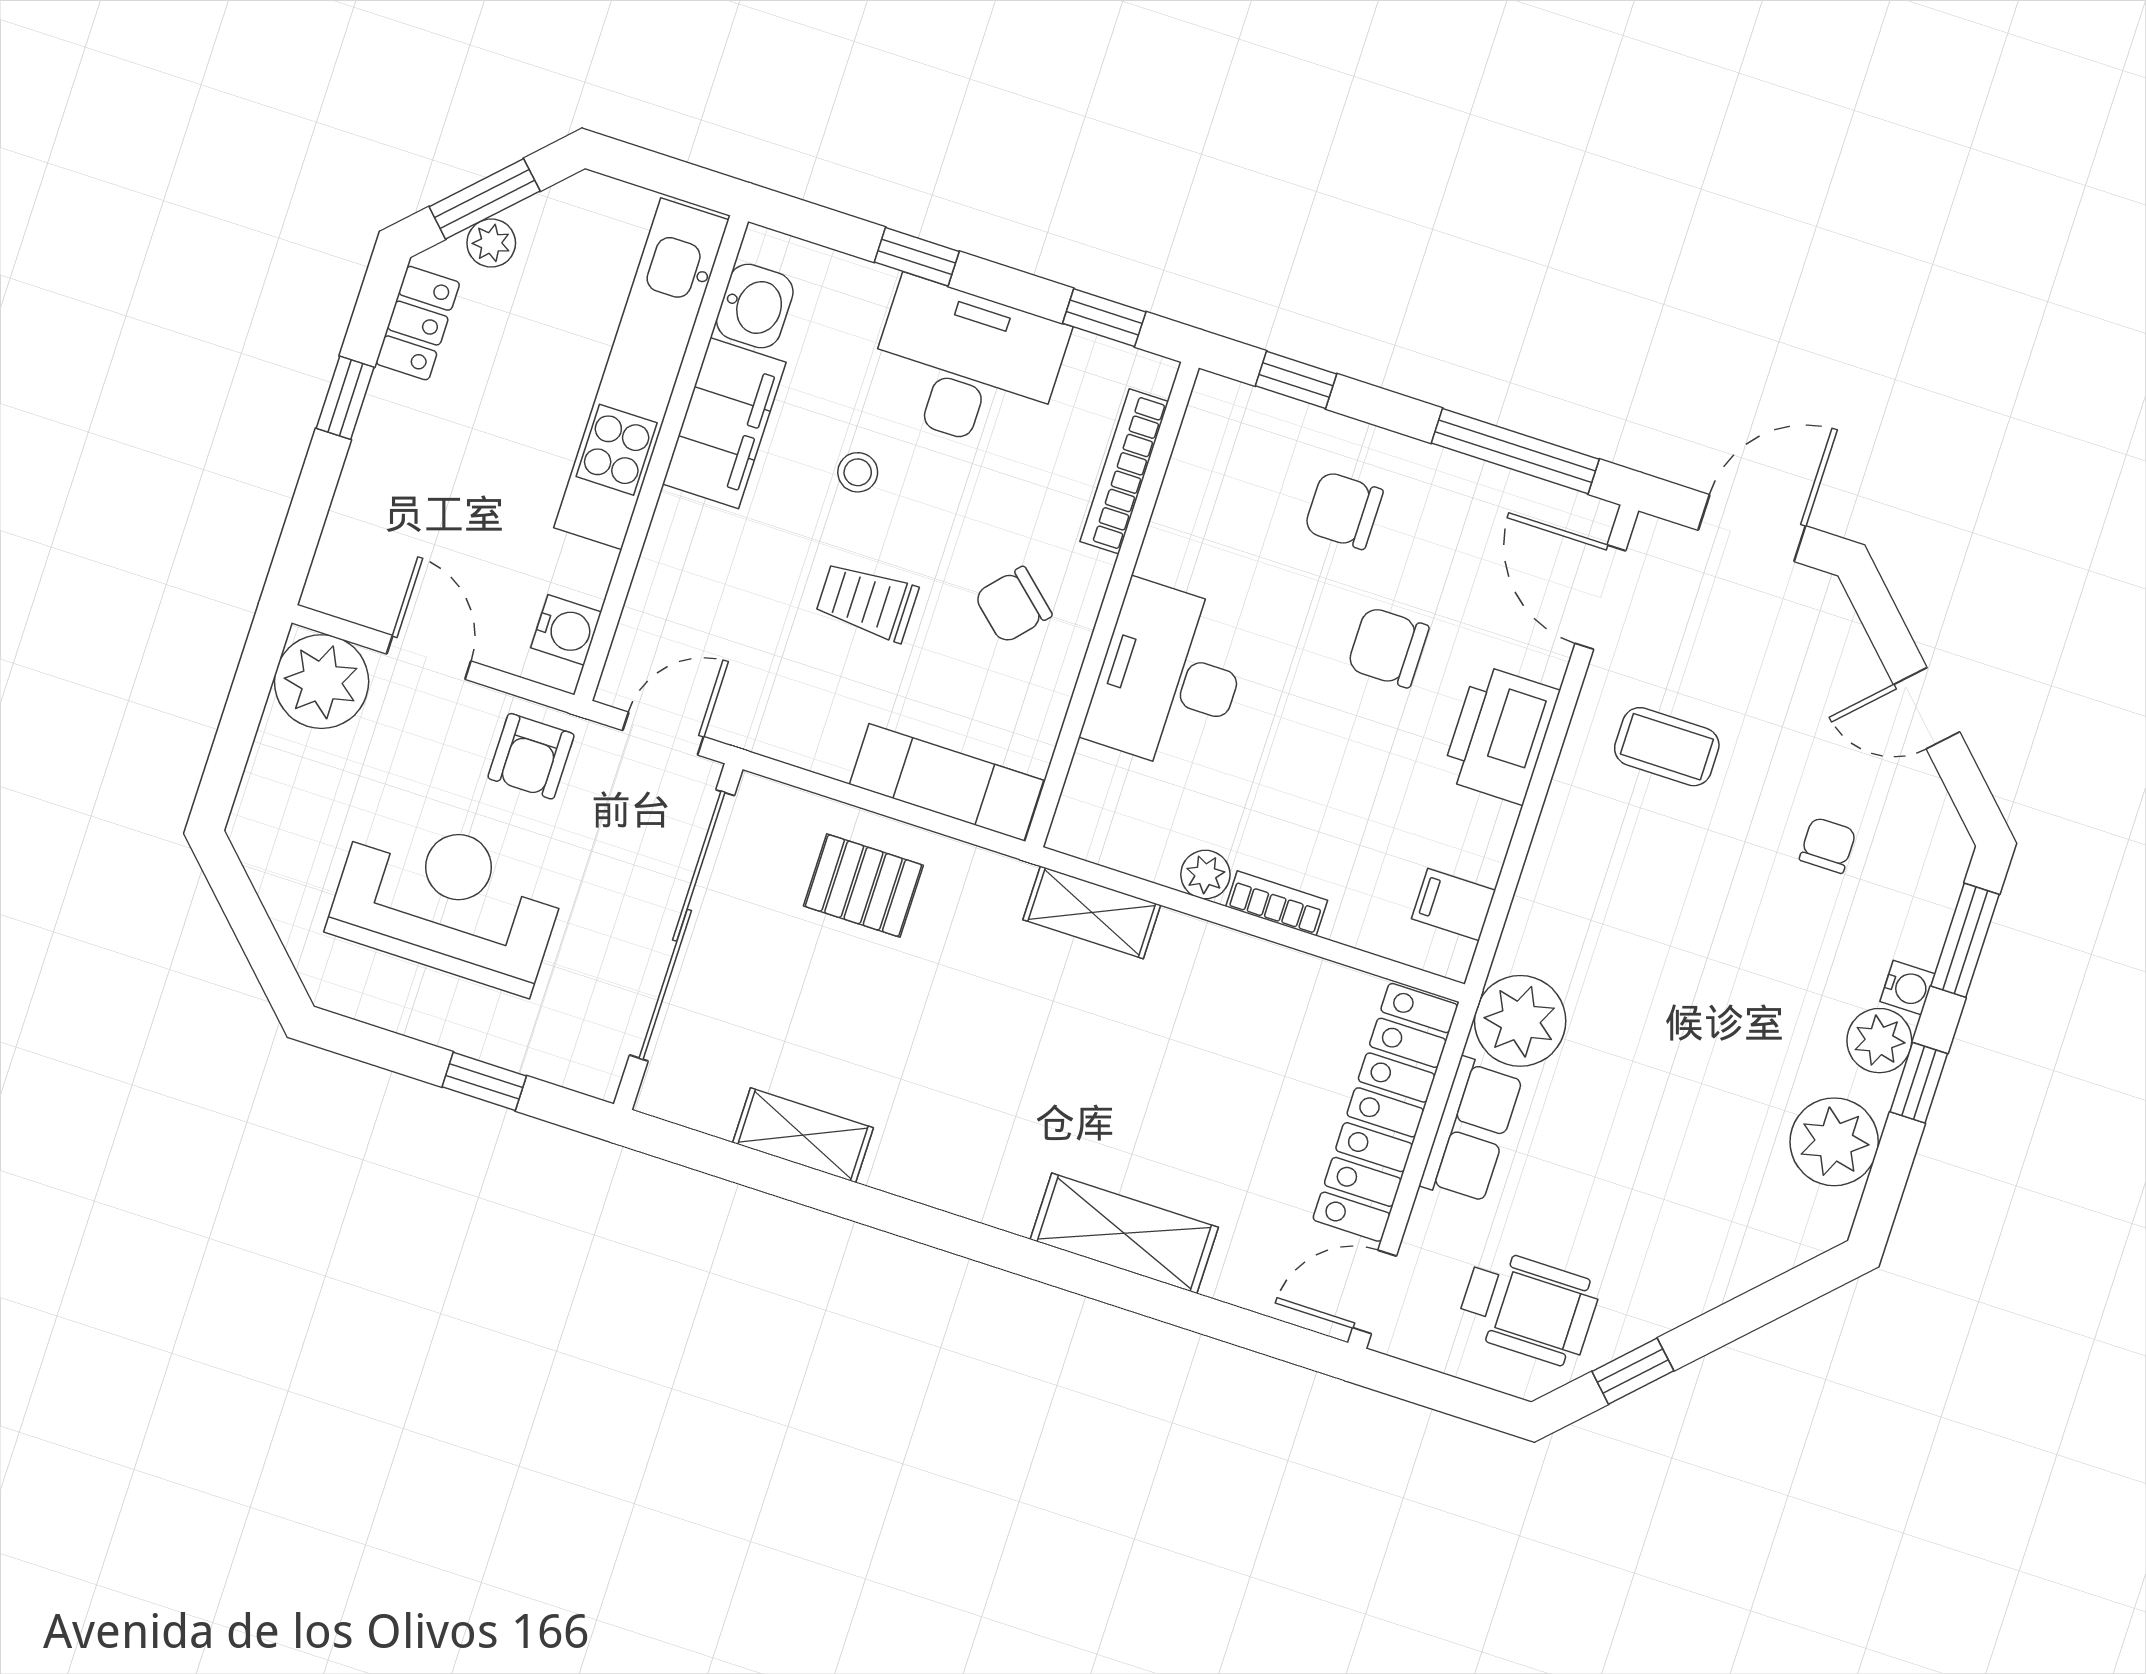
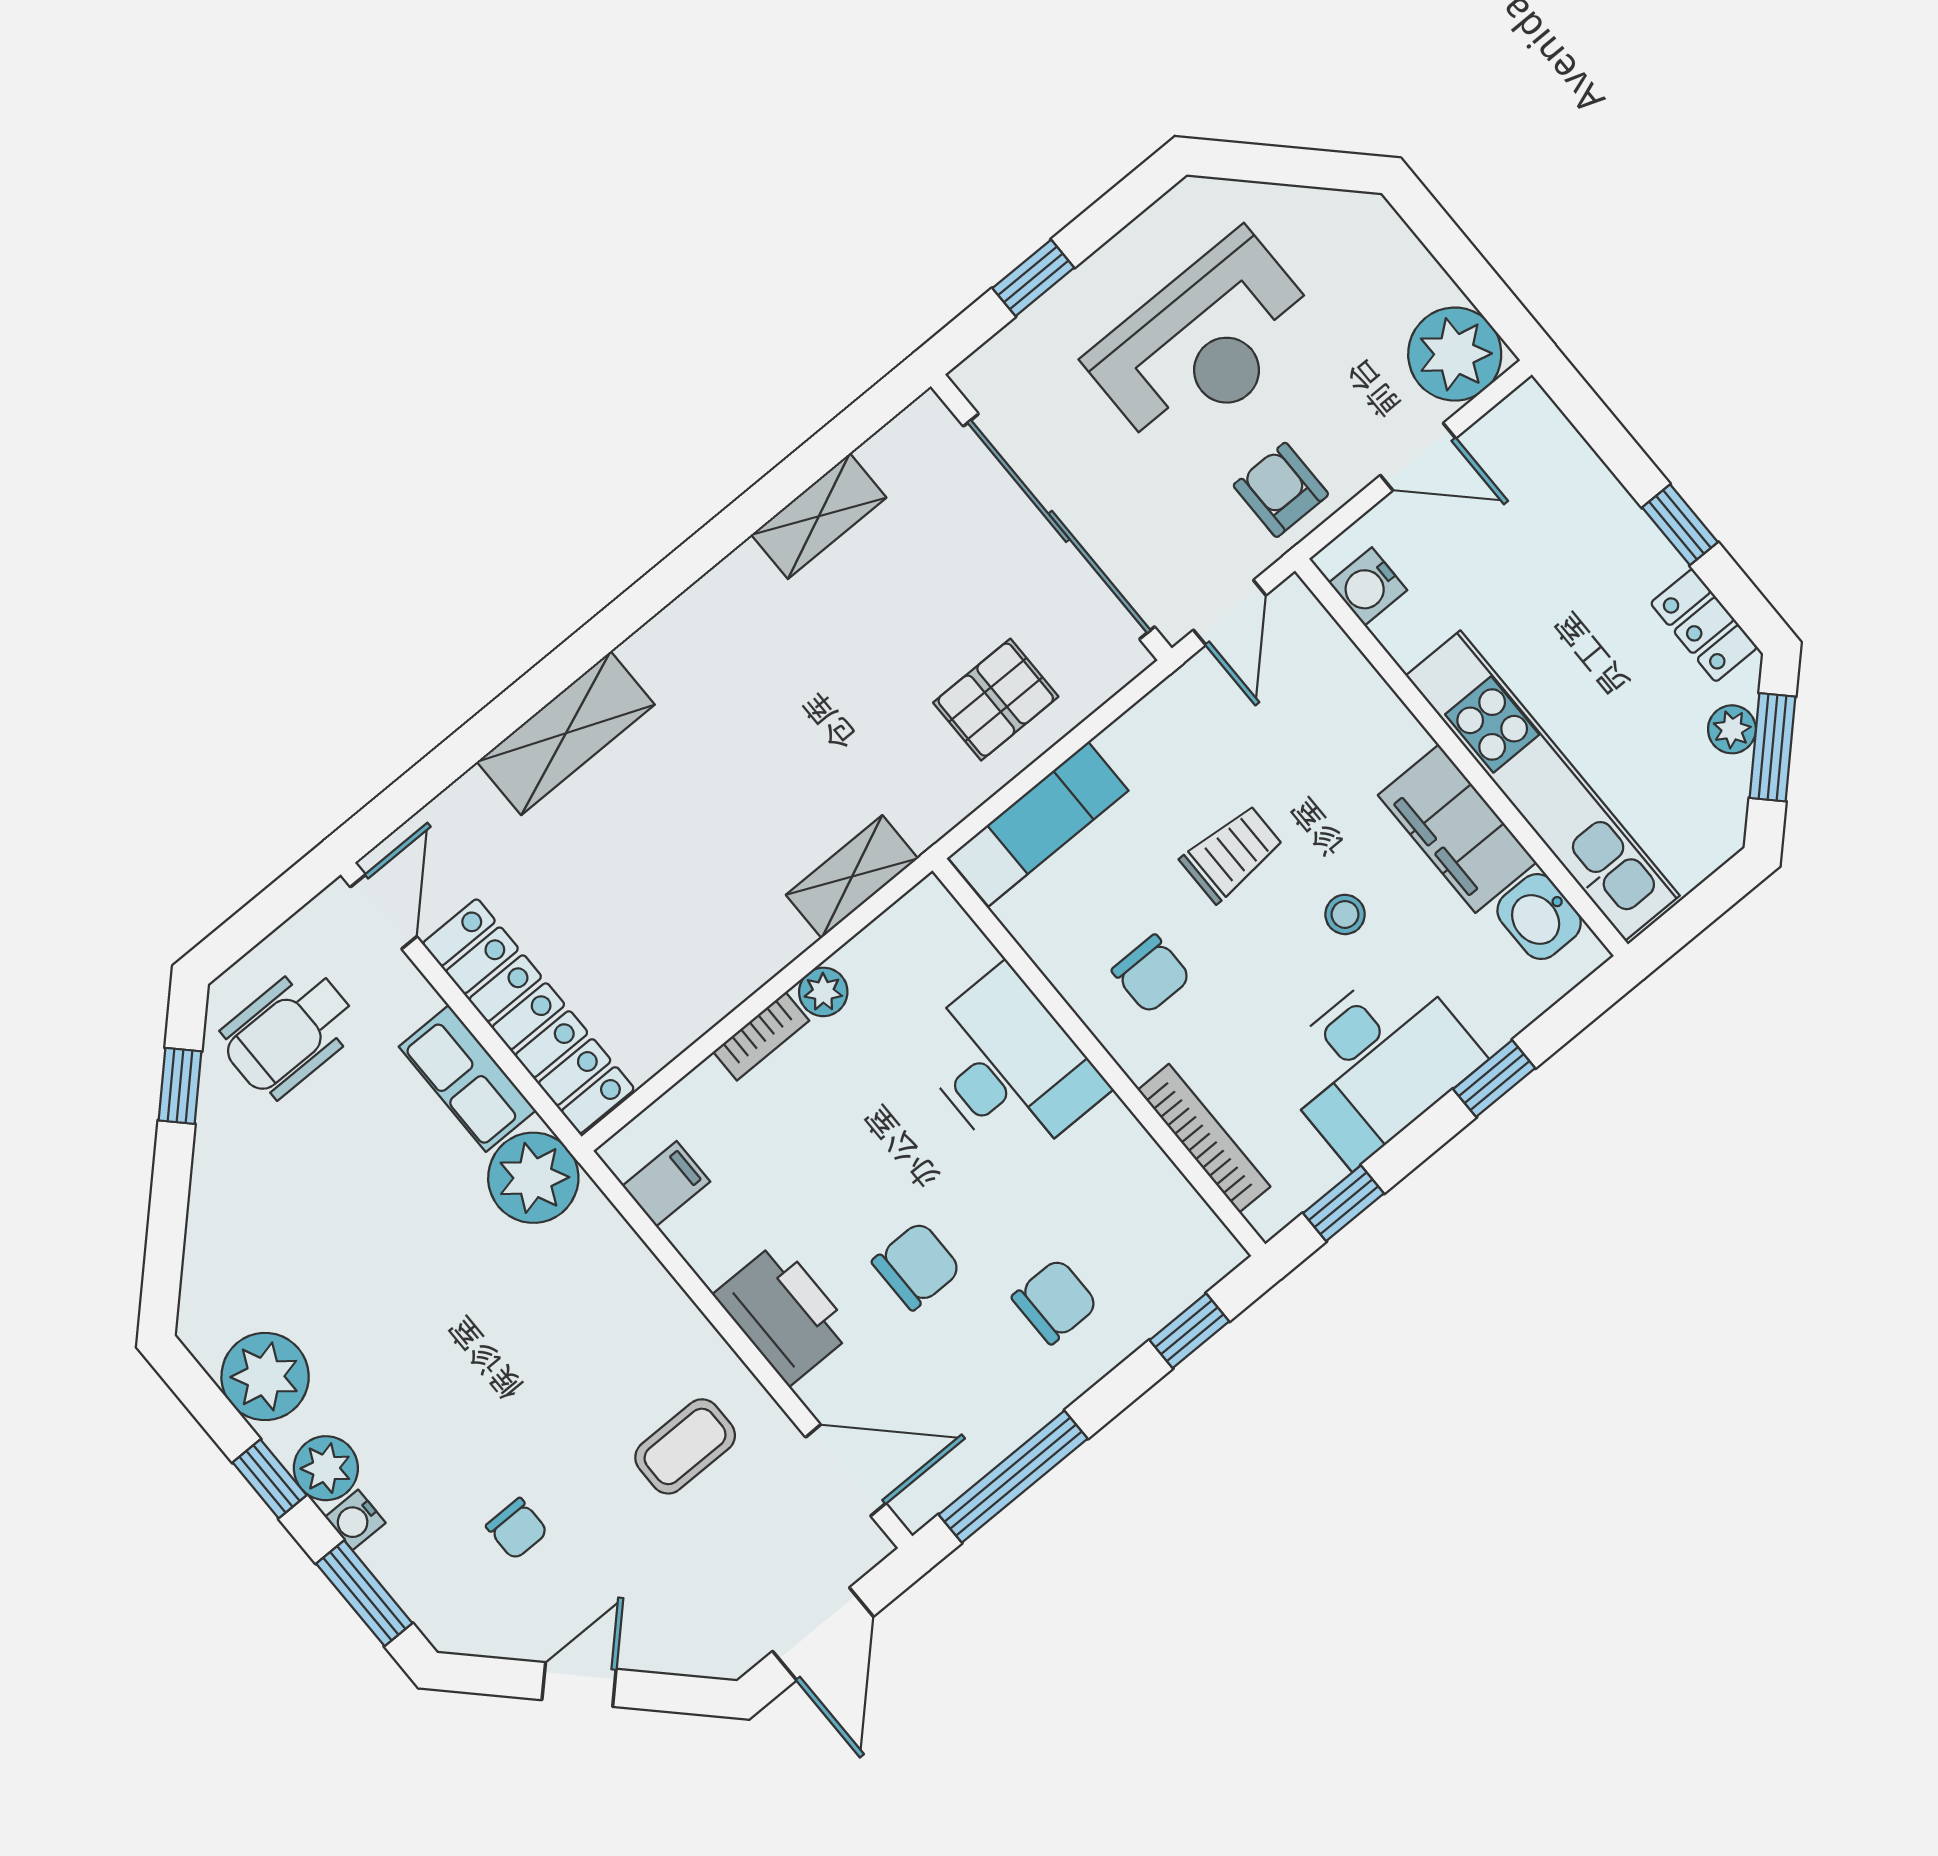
chair: (1013, 605) -> (1151, 974), turned 138

